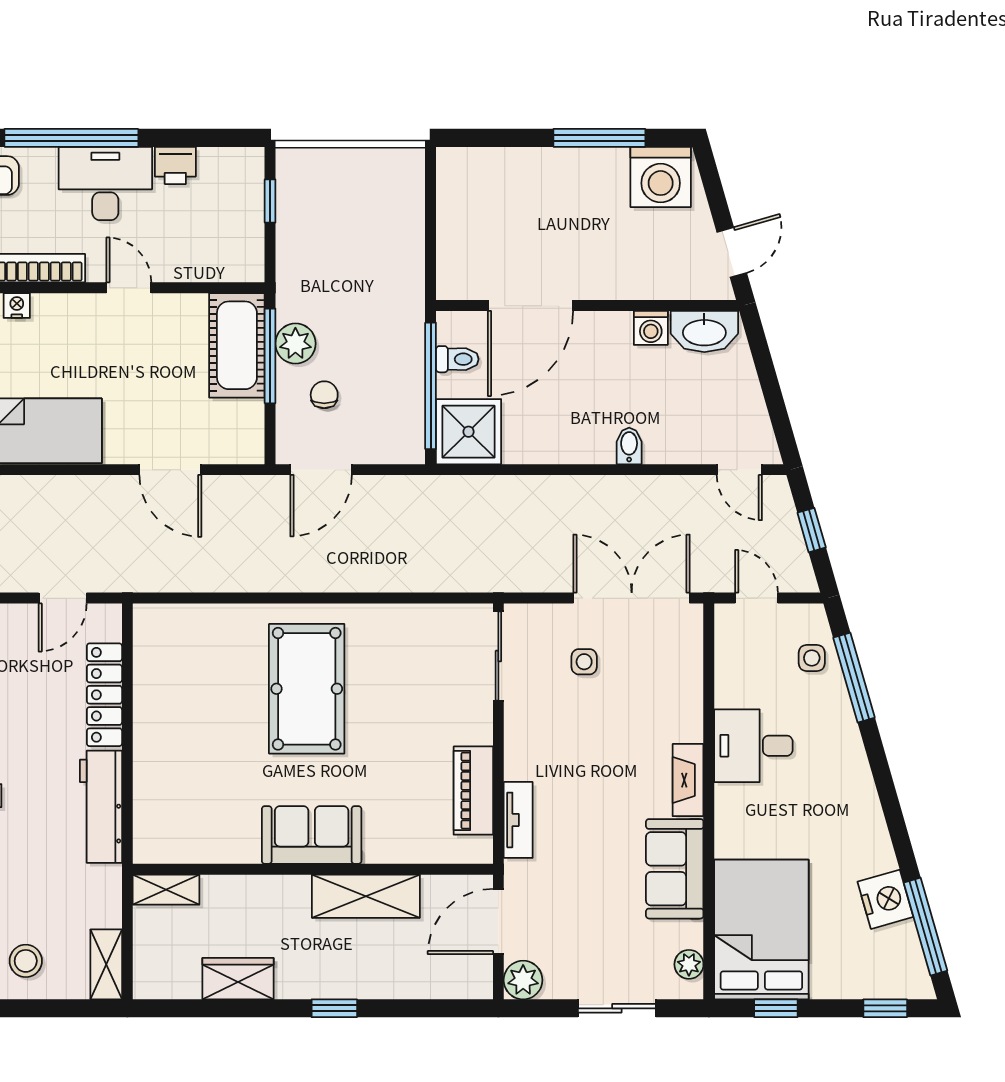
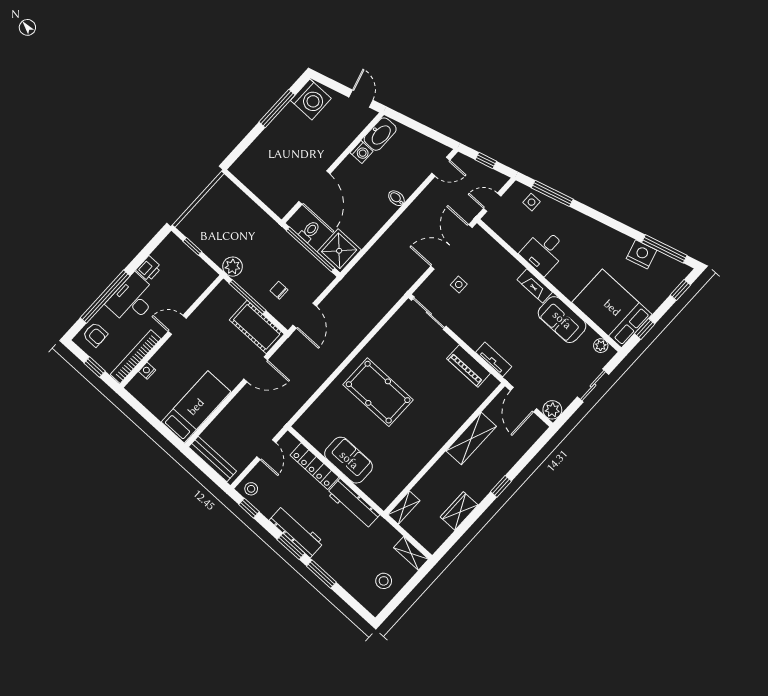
plant: (295, 344) -> (233, 267), moved
cot: (237, 345) -> (257, 327), moved
sofa: (312, 835) -> (349, 460), moved, turned 90

